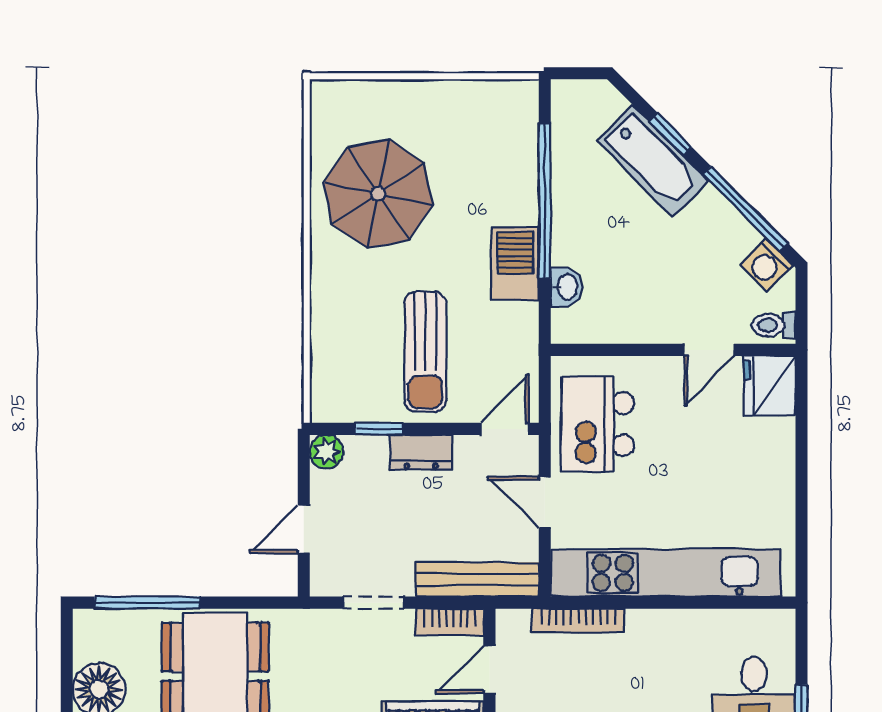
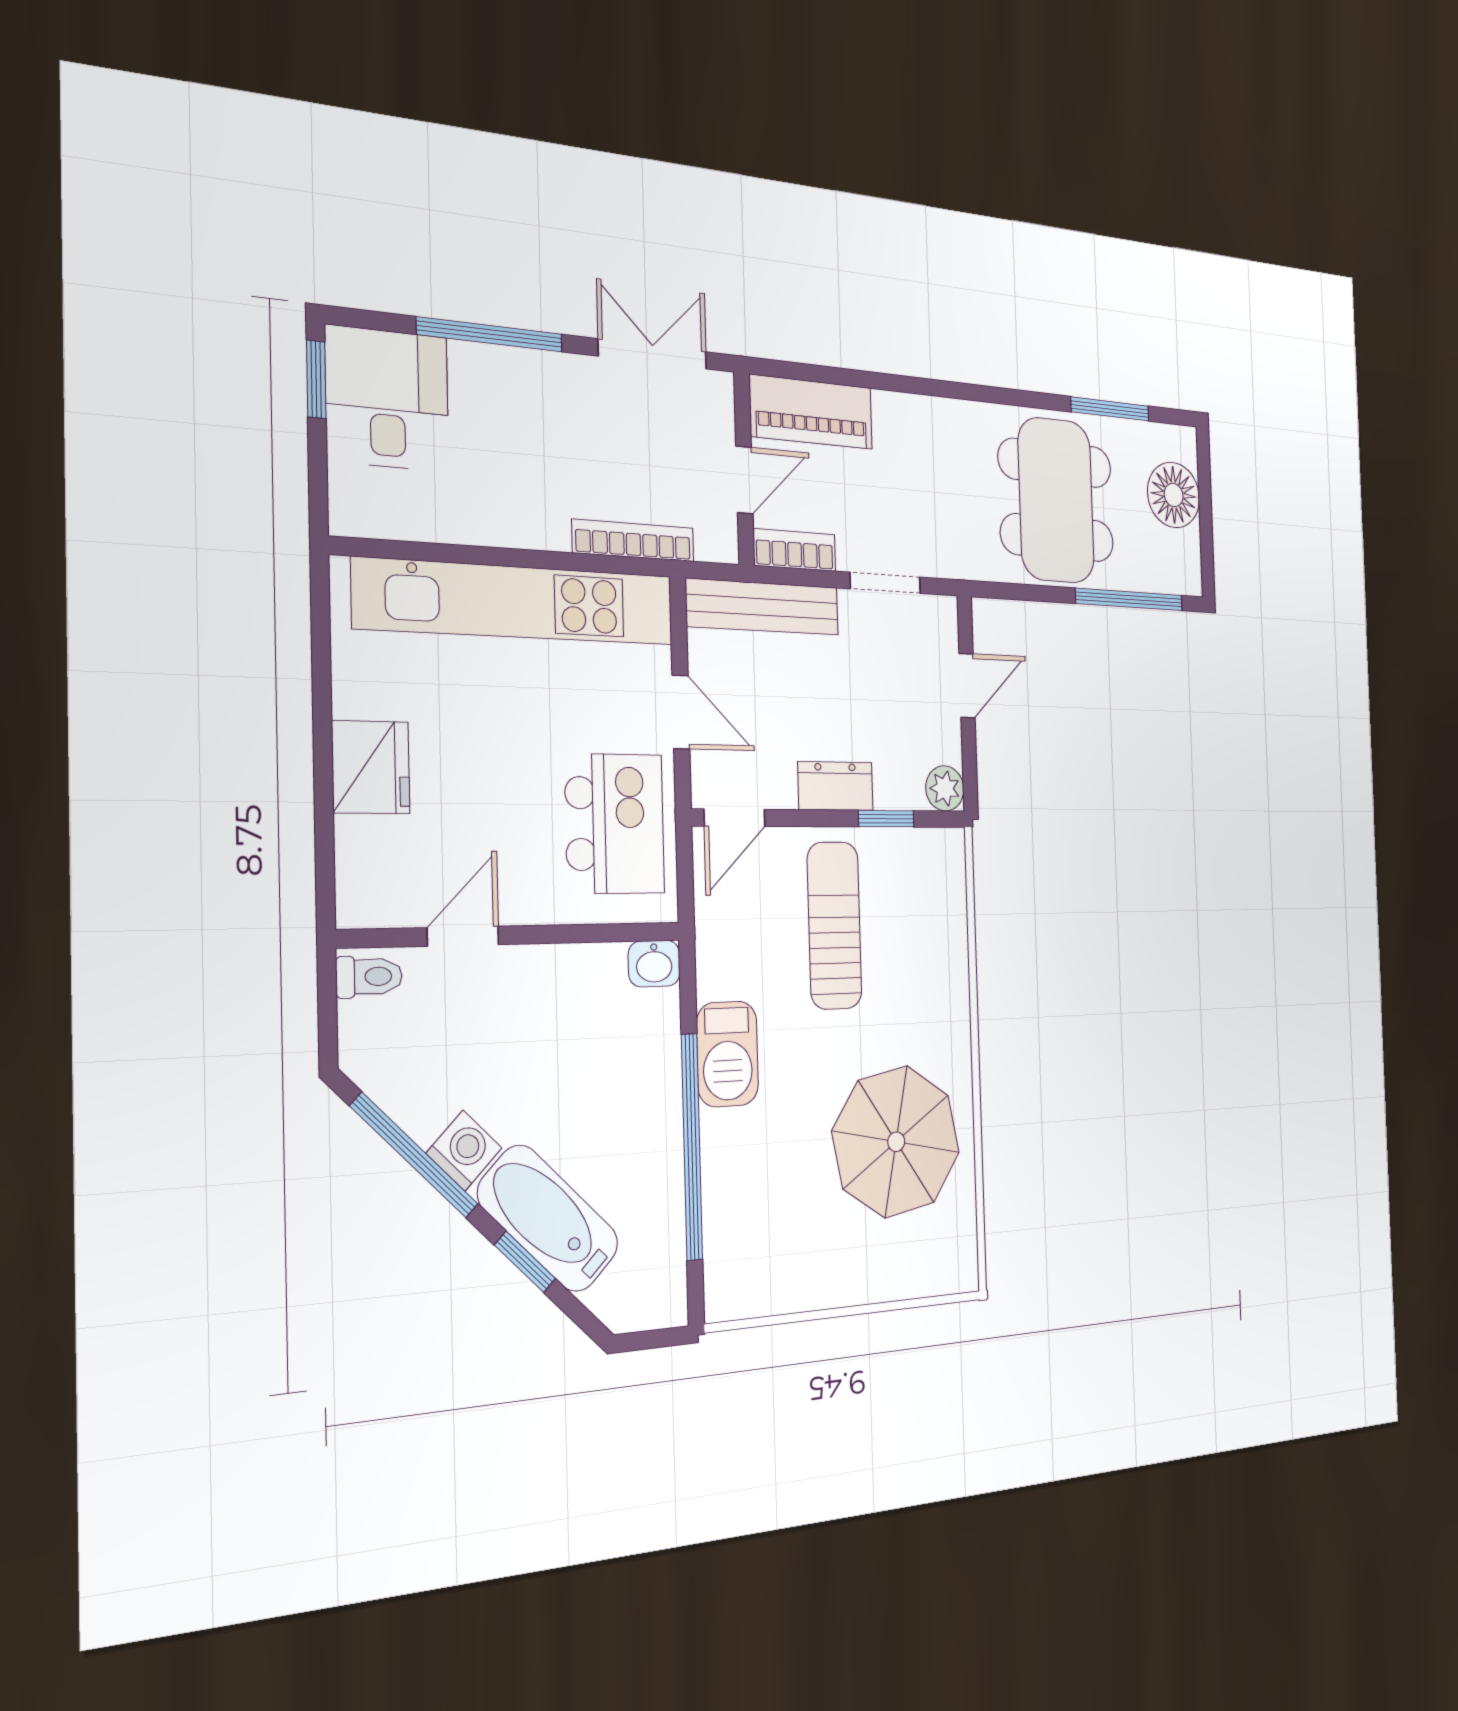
washing machine: (767, 265) -> (464, 1151), moved
washbasin: (566, 287) -> (654, 964), moved, turned -90
fridge: (770, 386) -> (371, 767), moved

